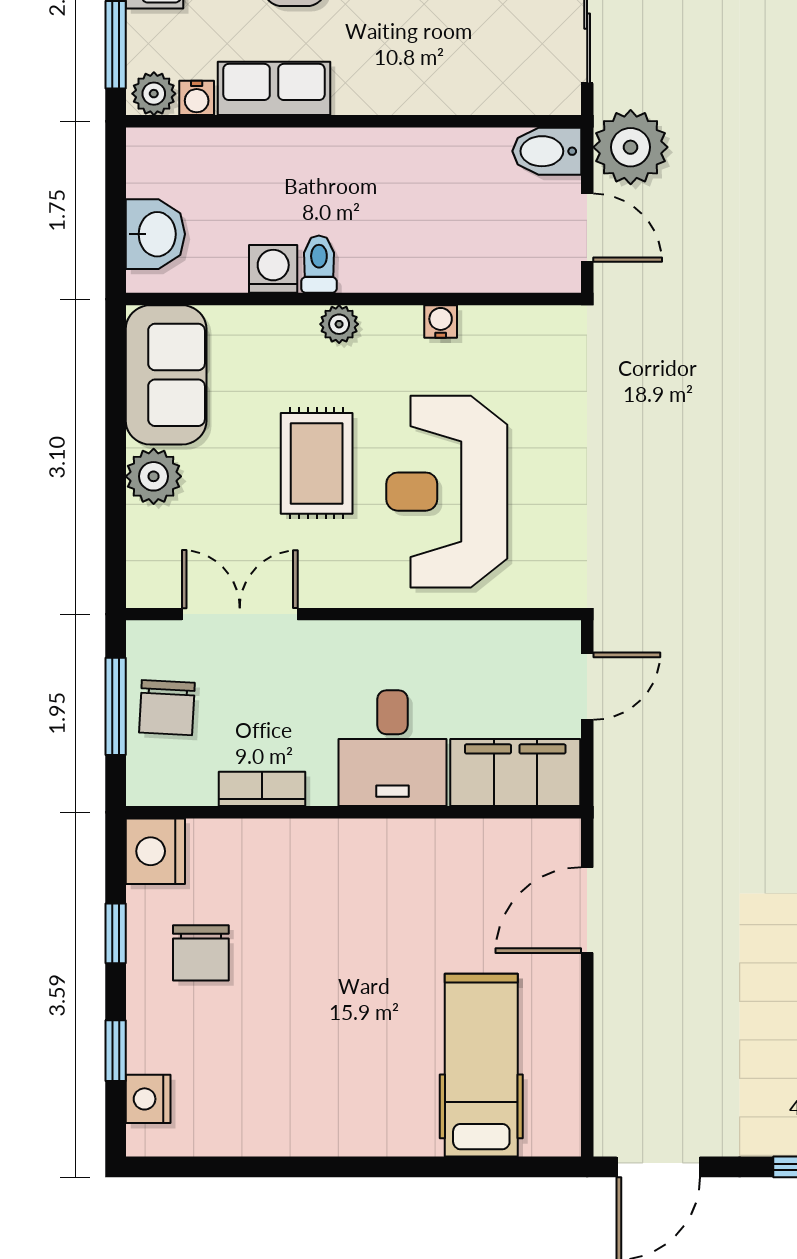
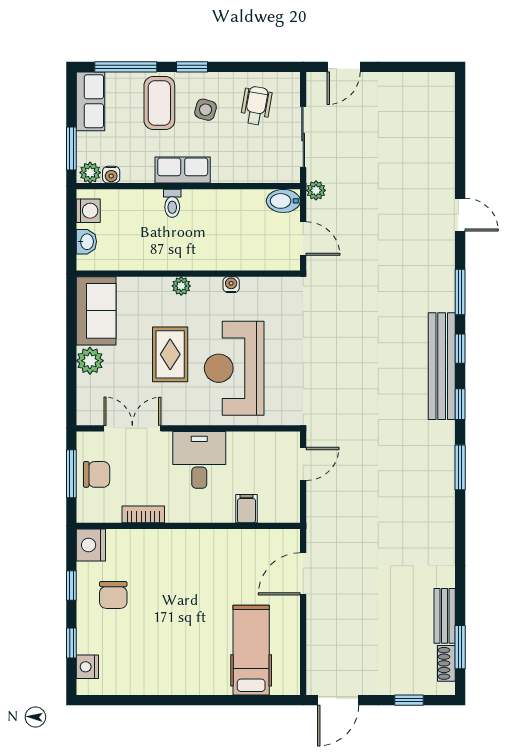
row of seats: (274, 88) -> (183, 170), moved
plant: (631, 147) -> (316, 190), width x0.53, depth x0.53
washbasin: (155, 234) -> (86, 242), width x0.72, depth x0.69
toilet: (319, 264) -> (172, 203), moved, turned 180
washing machine: (273, 269) -> (88, 211), moved, turned 90
chair: (167, 708) -> (97, 474), turned -93
desk: (393, 748) -> (199, 460), moved, turned 180
filing cabinet: (515, 772) -> (247, 509), width x0.33, depth x0.86

